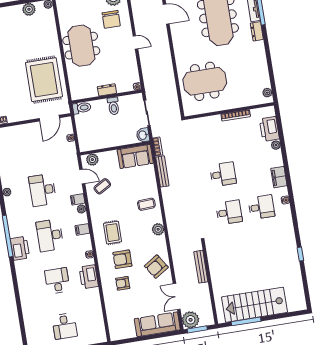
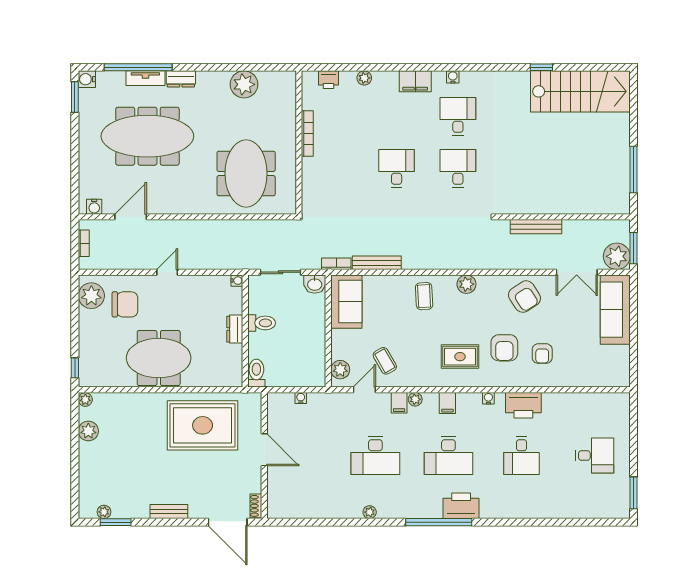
plant: (267, 93) -> (244, 84), moved, width x1.88, depth x1.88
door: (49, 118) -> (264, 450), moved
printer: (269, 129) -> (329, 80), width x0.53, depth x0.68
desk: (57, 281) -> (522, 456), turned -90
stairs: (254, 305) -> (580, 91), moved, turned -90

